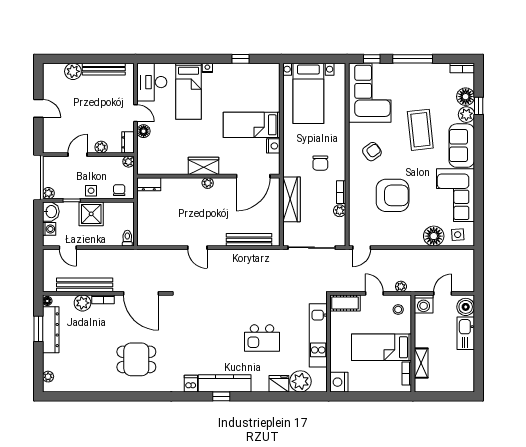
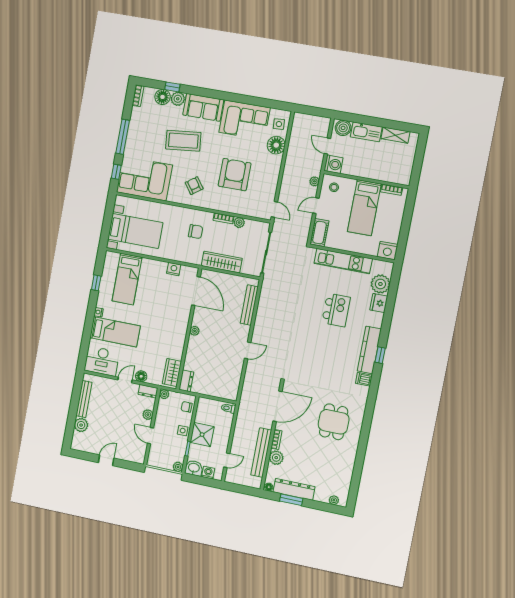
bed: (252, 125) -> (127, 279), moved
wardrobe: (204, 166) -> (172, 373), moved
shelving: (421, 363) -> (395, 135), moved

